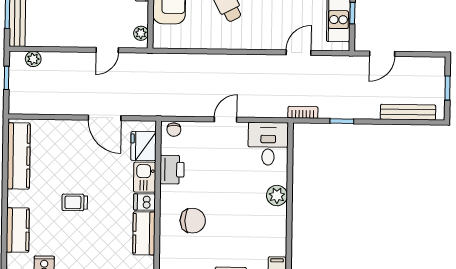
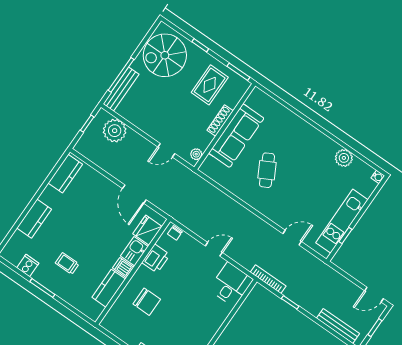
door: (382, 54) -> (374, 295), moved
plant: (33, 59) -> (115, 131), width x1.87, depth x1.87
bookcase: (303, 112) -> (268, 279), width x1.56
kitchen counter: (19, 156) -> (65, 174), width x0.67
plant: (277, 196) -> (214, 323), removed
trolley: (75, 202) -> (67, 263), moved
kitchen counter: (18, 230) -> (34, 219), moved

